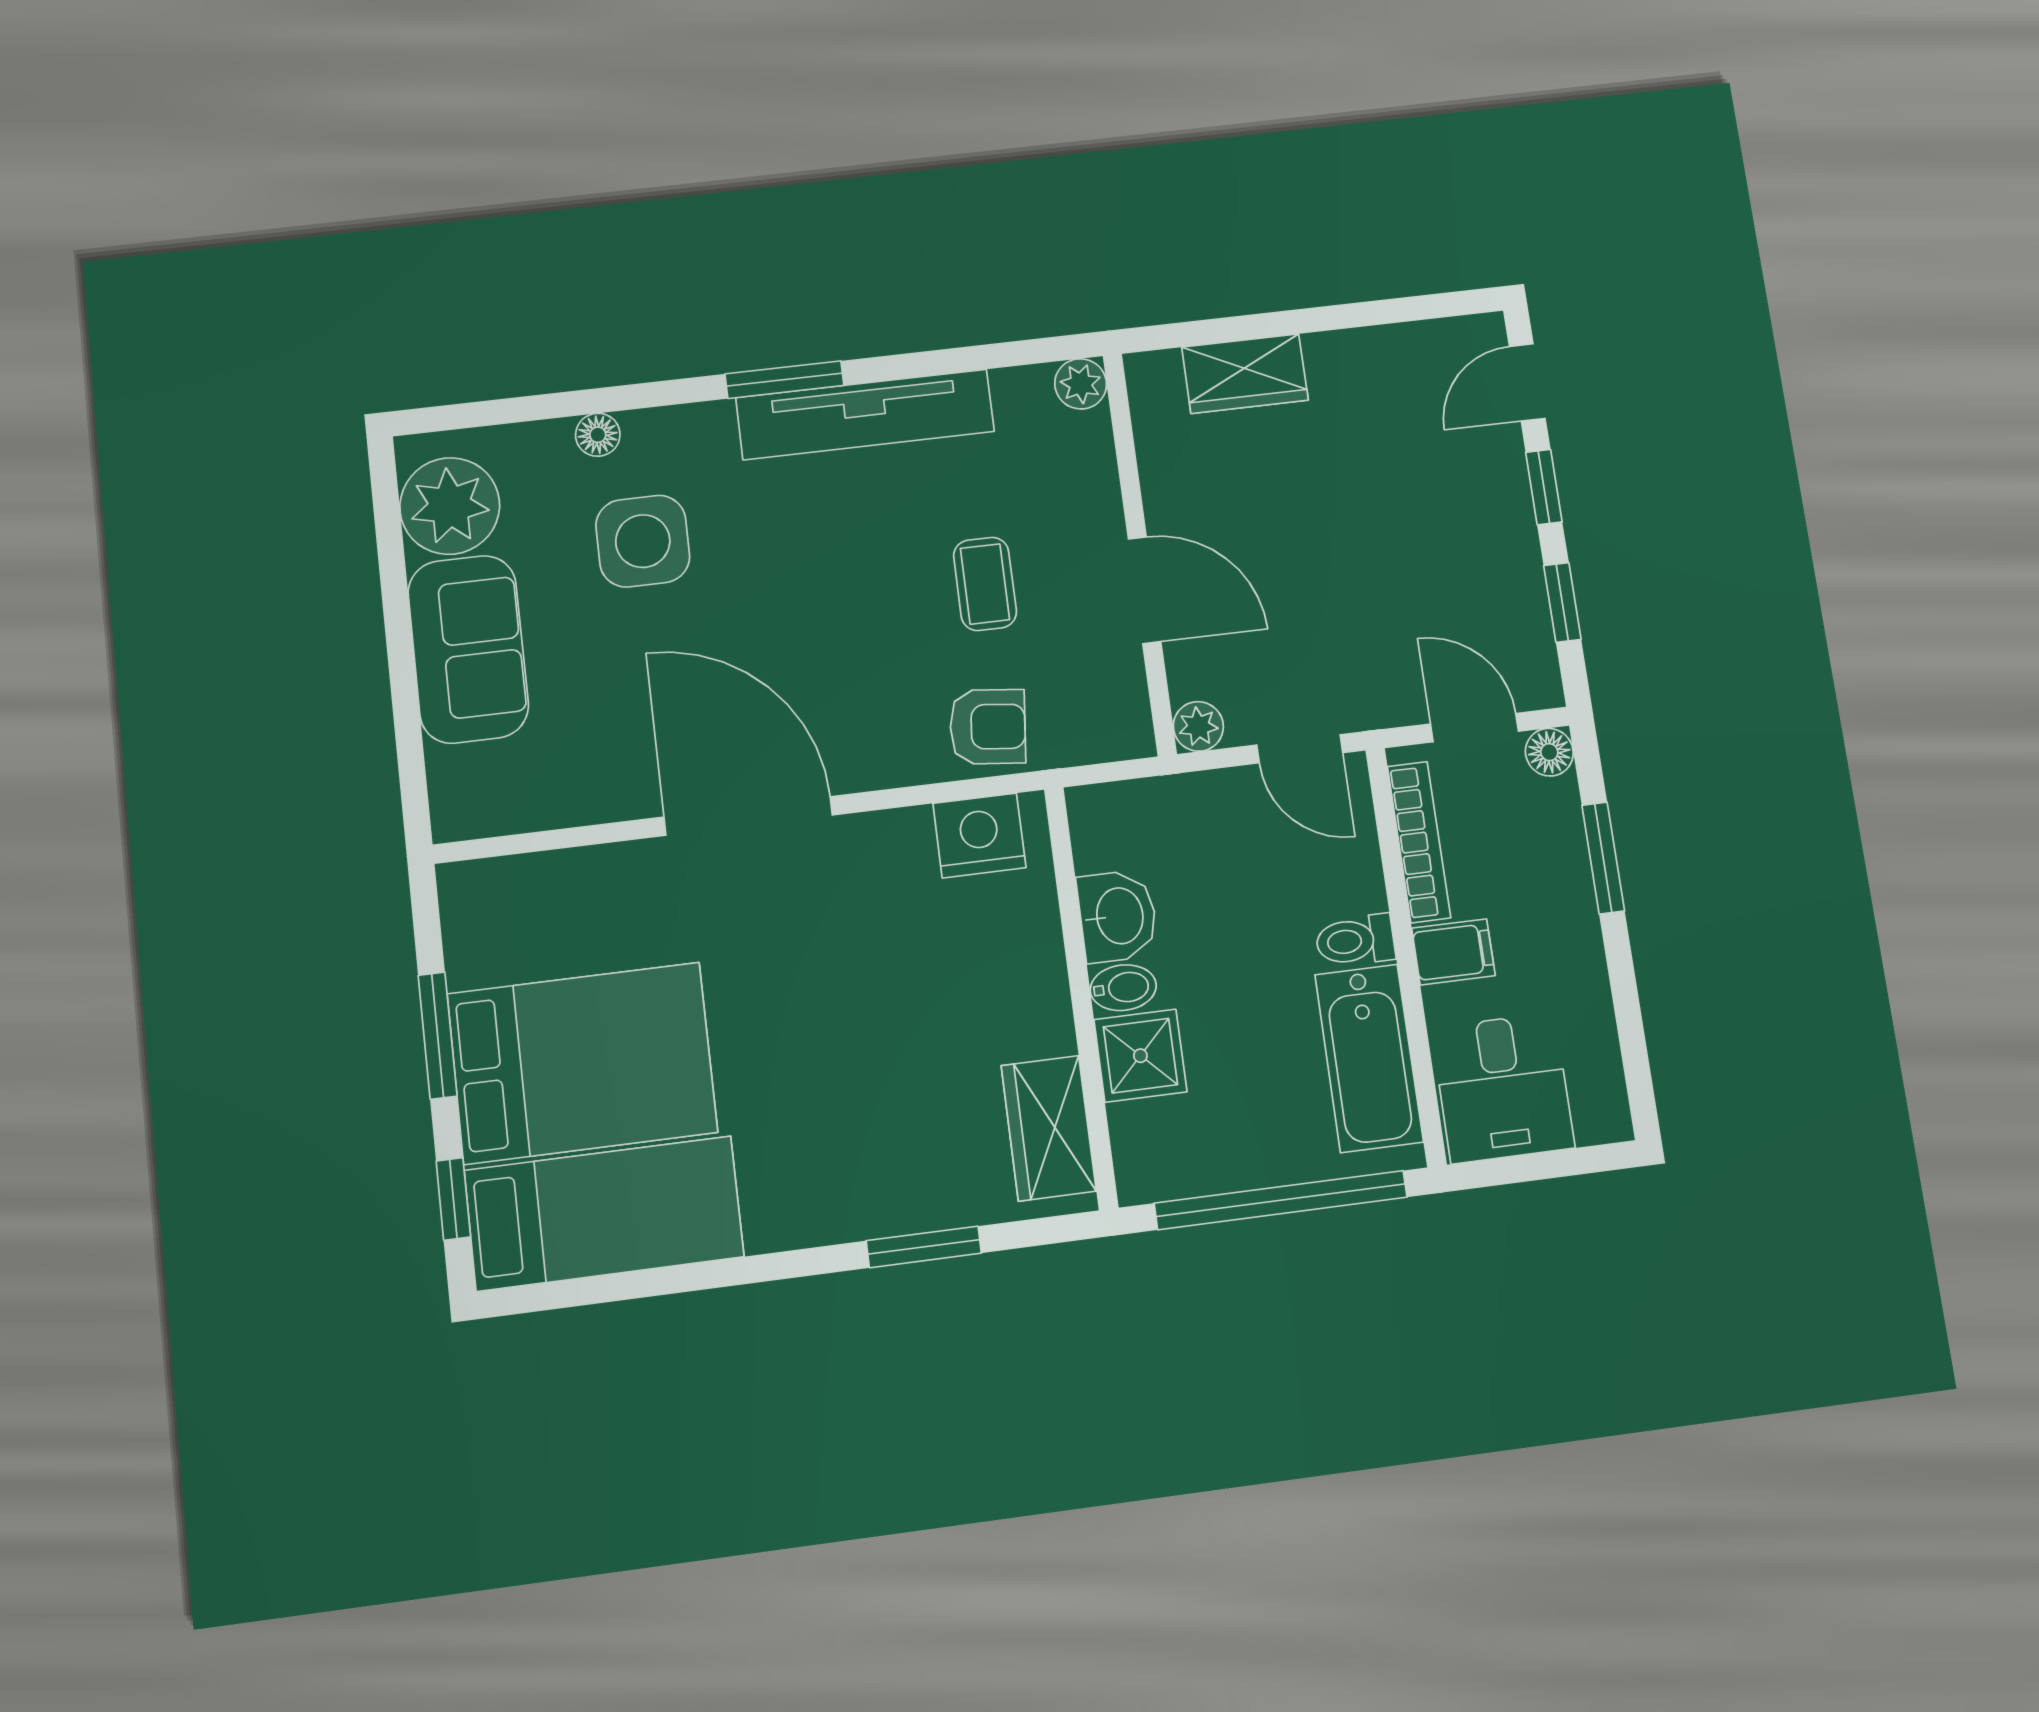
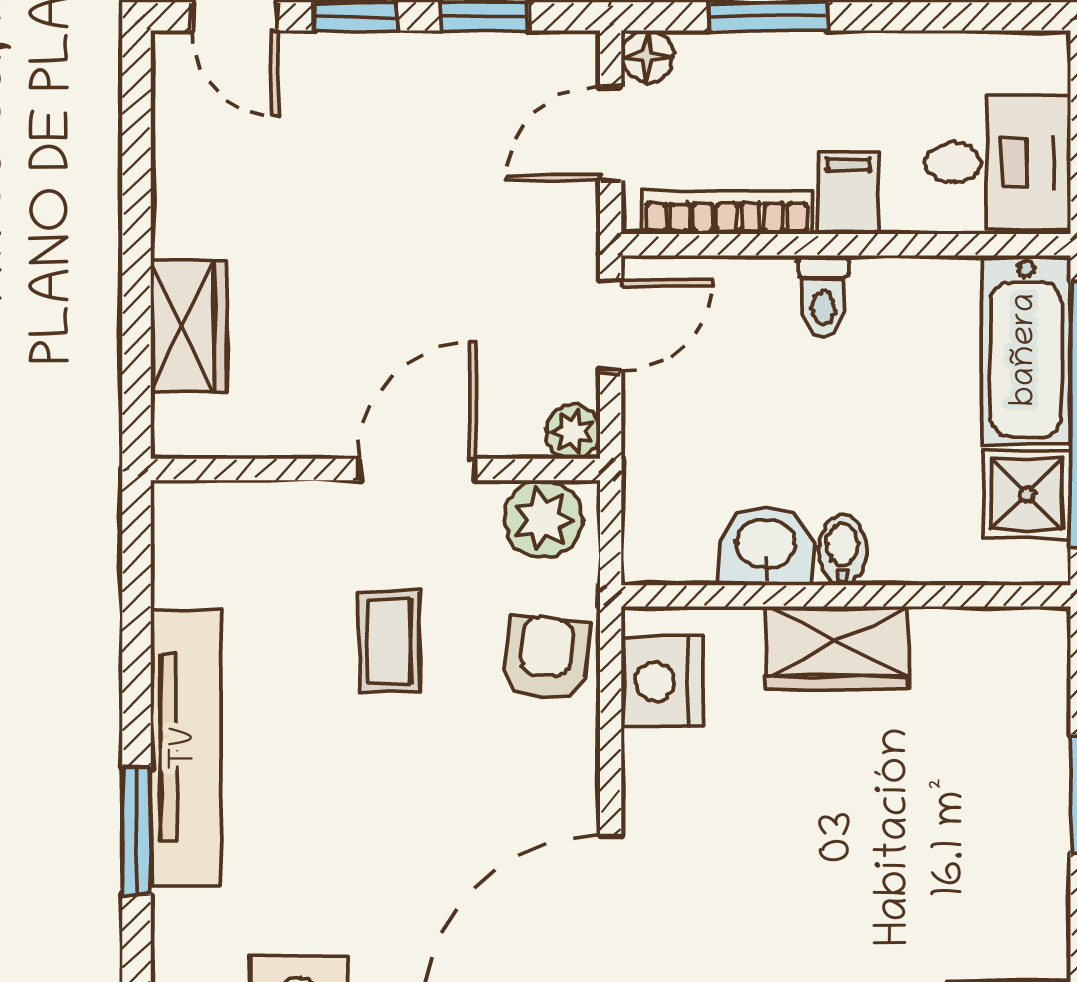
plant: (1081, 384) -> (543, 519), moved, width x1.38, depth x1.38
coffee table: (985, 584) -> (390, 641), turned 90
shower: (1140, 1056) -> (1027, 495), moved
bathtub: (1369, 1058) -> (1026, 350), moved, turned 90
wardrobe: (1049, 1128) -> (837, 648), moved

